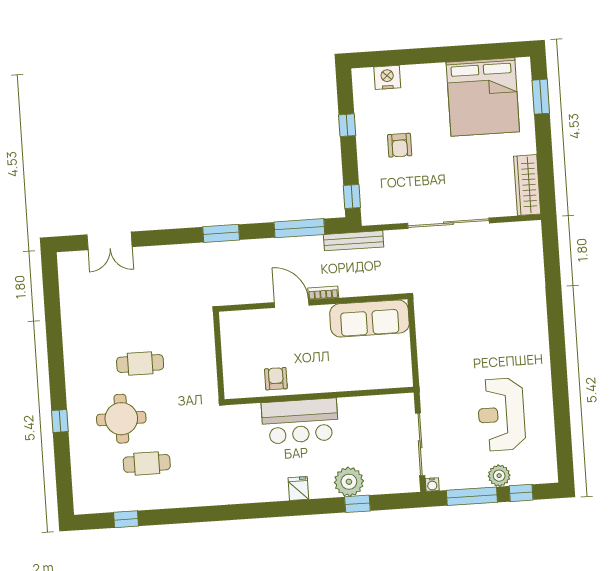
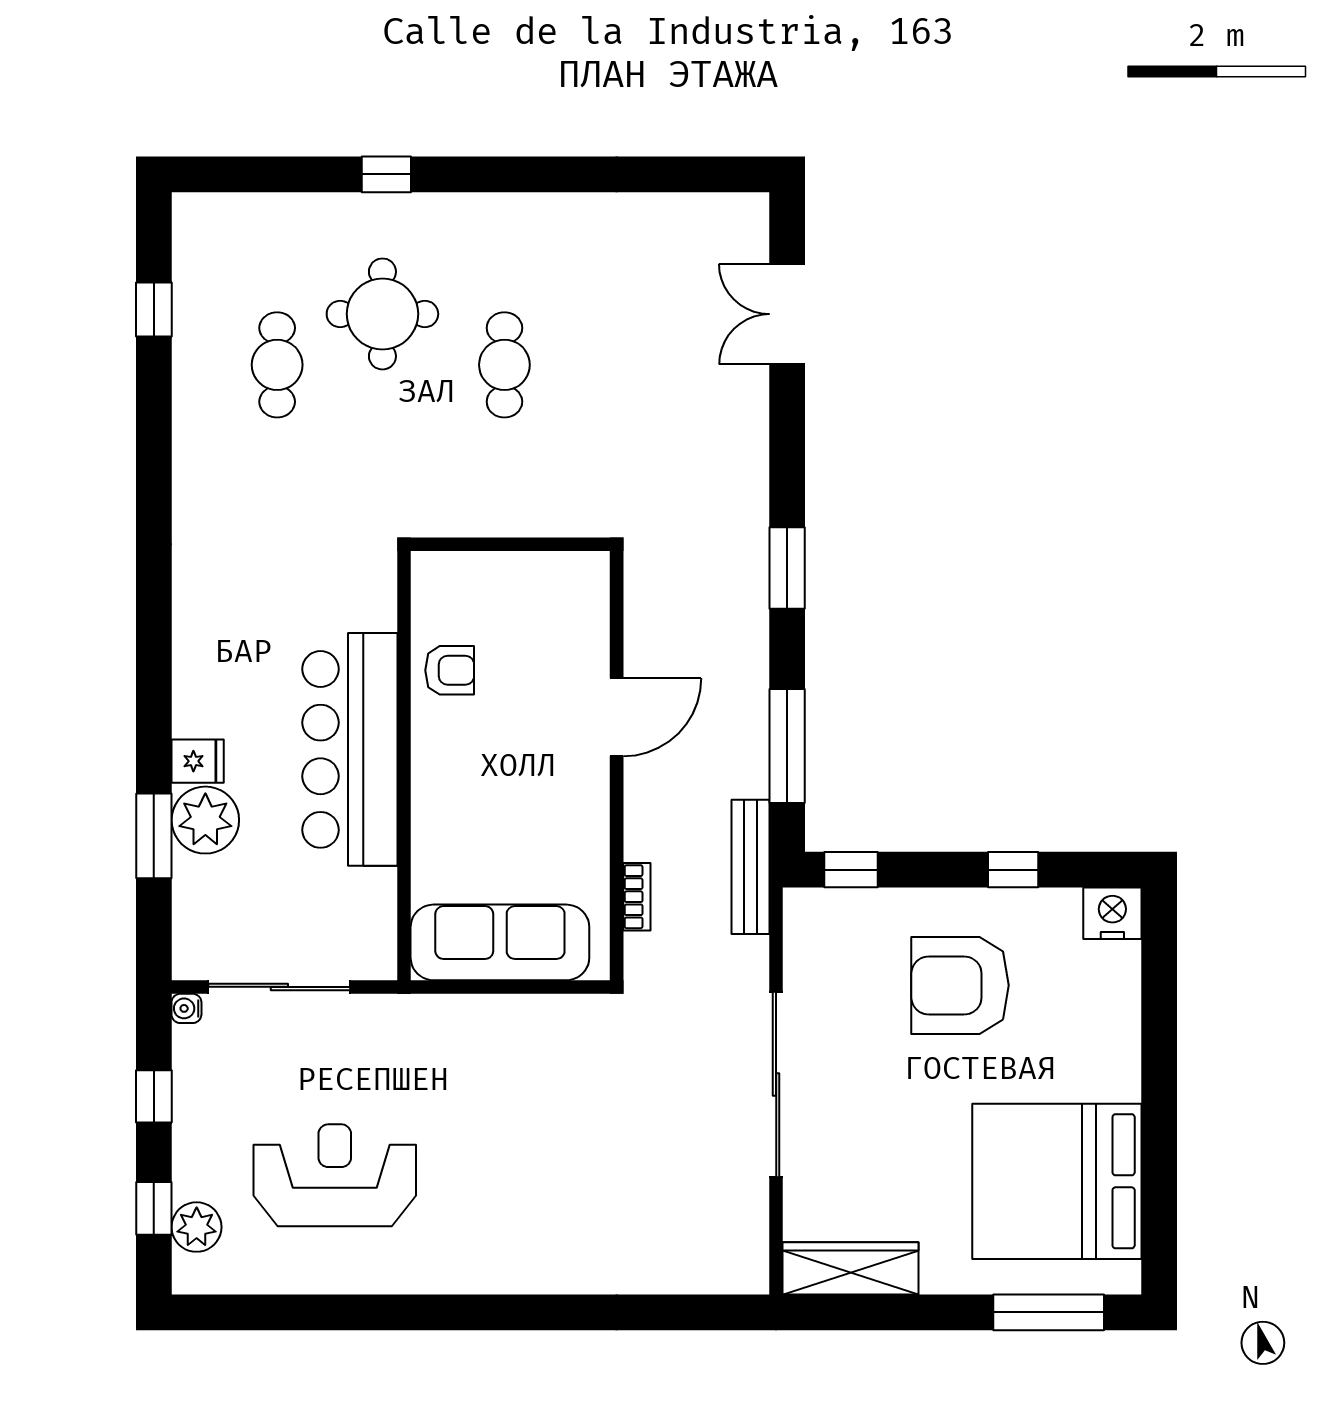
nightstand: (387, 77) -> (1112, 913), moved, turned -90
window: (541, 97) -> (1049, 1312), width x1.44
armchair: (400, 145) -> (960, 985), width x1.88, depth x1.88
bookcase: (323, 293) -> (637, 897), moved
sofa: (369, 318) -> (500, 942), moved, turned 90
bar counter: (300, 421) -> (350, 749), width x1.36
plant: (499, 476) -> (197, 1227), moved
fridge: (298, 488) -> (198, 761), moved
window: (472, 496) -> (154, 1096), width x0.46
window: (357, 504) -> (154, 836), width x1.50

